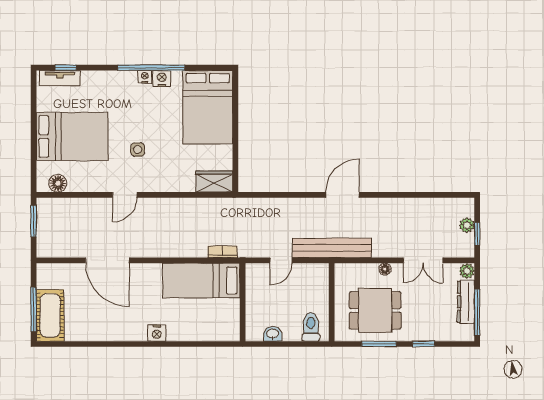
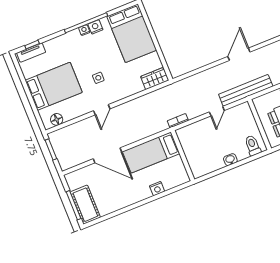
bed: (201, 280) -> (151, 152), moved
wall: (243, 302) -> (183, 156), moved

